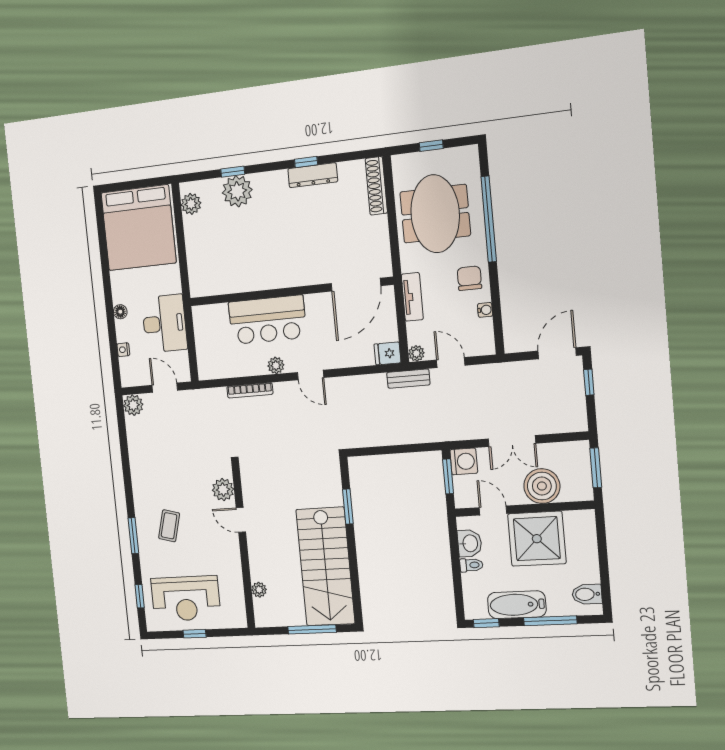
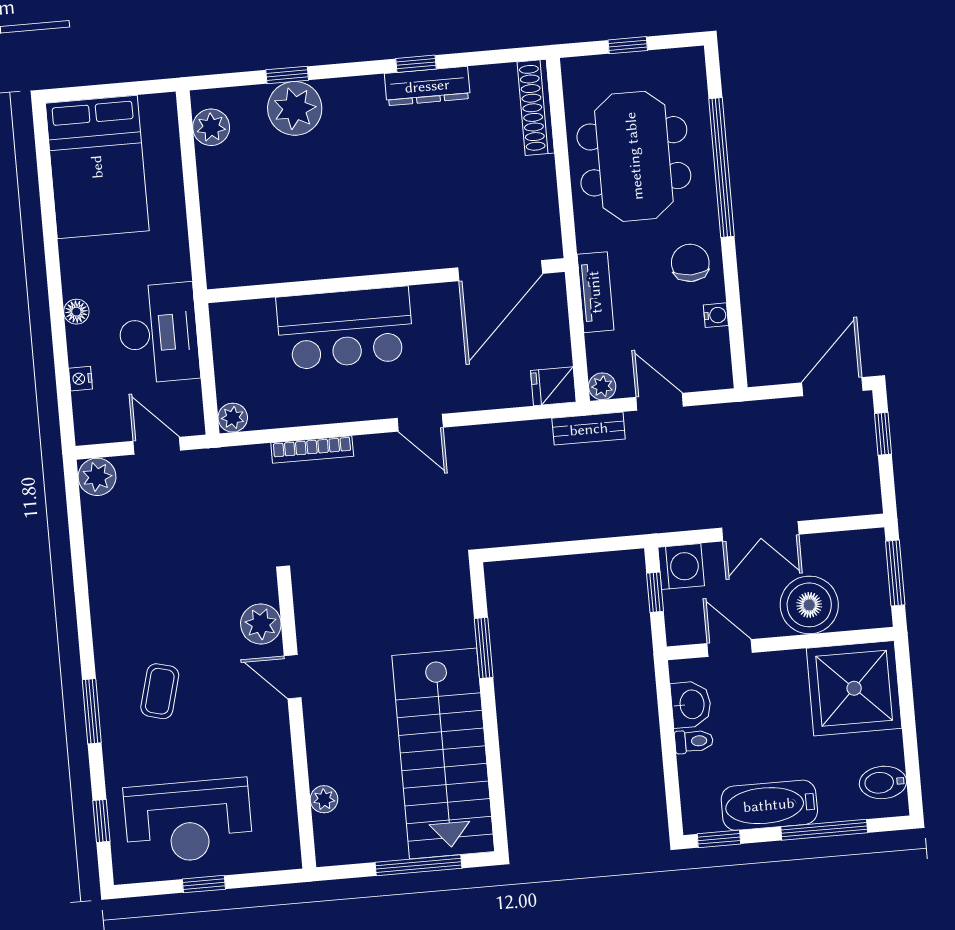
bed: (139, 228) -> (97, 167), width x0.73
plant: (276, 365) -> (233, 418), moved
window: (448, 476) -> (655, 592), width x0.67
shower: (537, 539) -> (854, 688), moved

